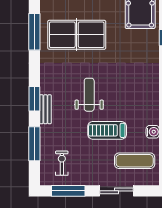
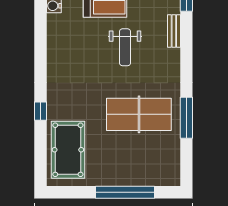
window: (34, 99) -> (186, 43), removed

